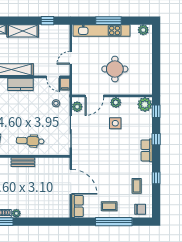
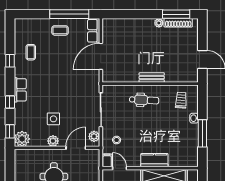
door: (71, 182) -> (101, 56), hinge flipped
chair: (140, 209) -> (27, 27), removed
window: (114, 222) -> (69, 14), moved

